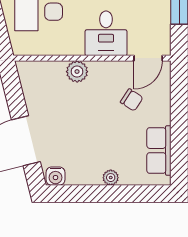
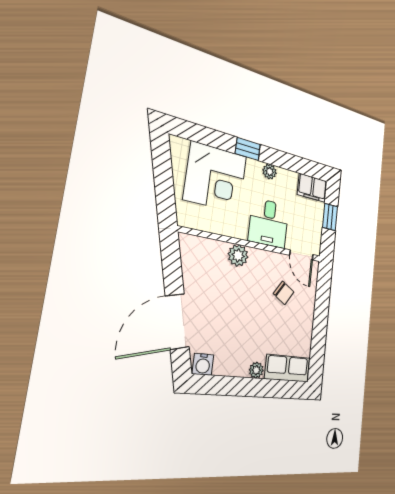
door: (148, 58) -> (301, 255), hinge flipped
row of seats: (159, 151) -> (287, 368), moved, turned 90

